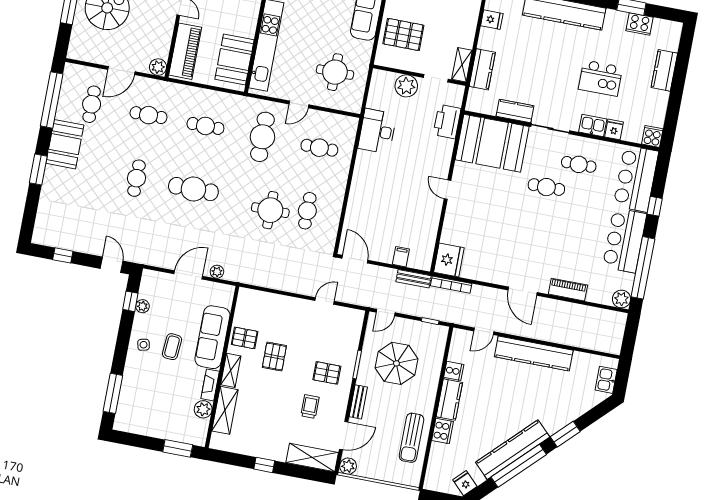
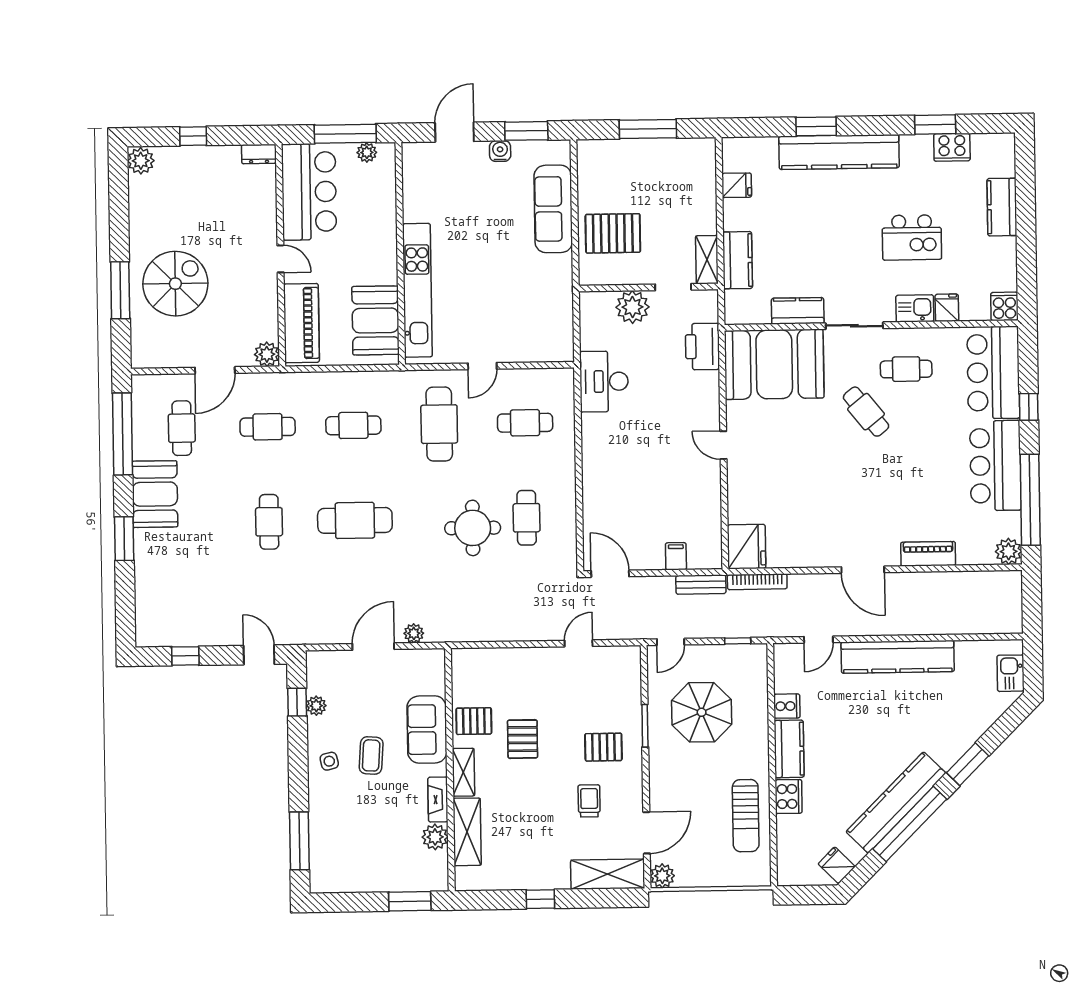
round table: (335, 72) -> (525, 308), removed
cafe table: (546, 187) -> (866, 412), turned 51
sofa: (212, 337) -> (427, 729), width x0.73
bench: (358, 402) -> (658, 780), removed

